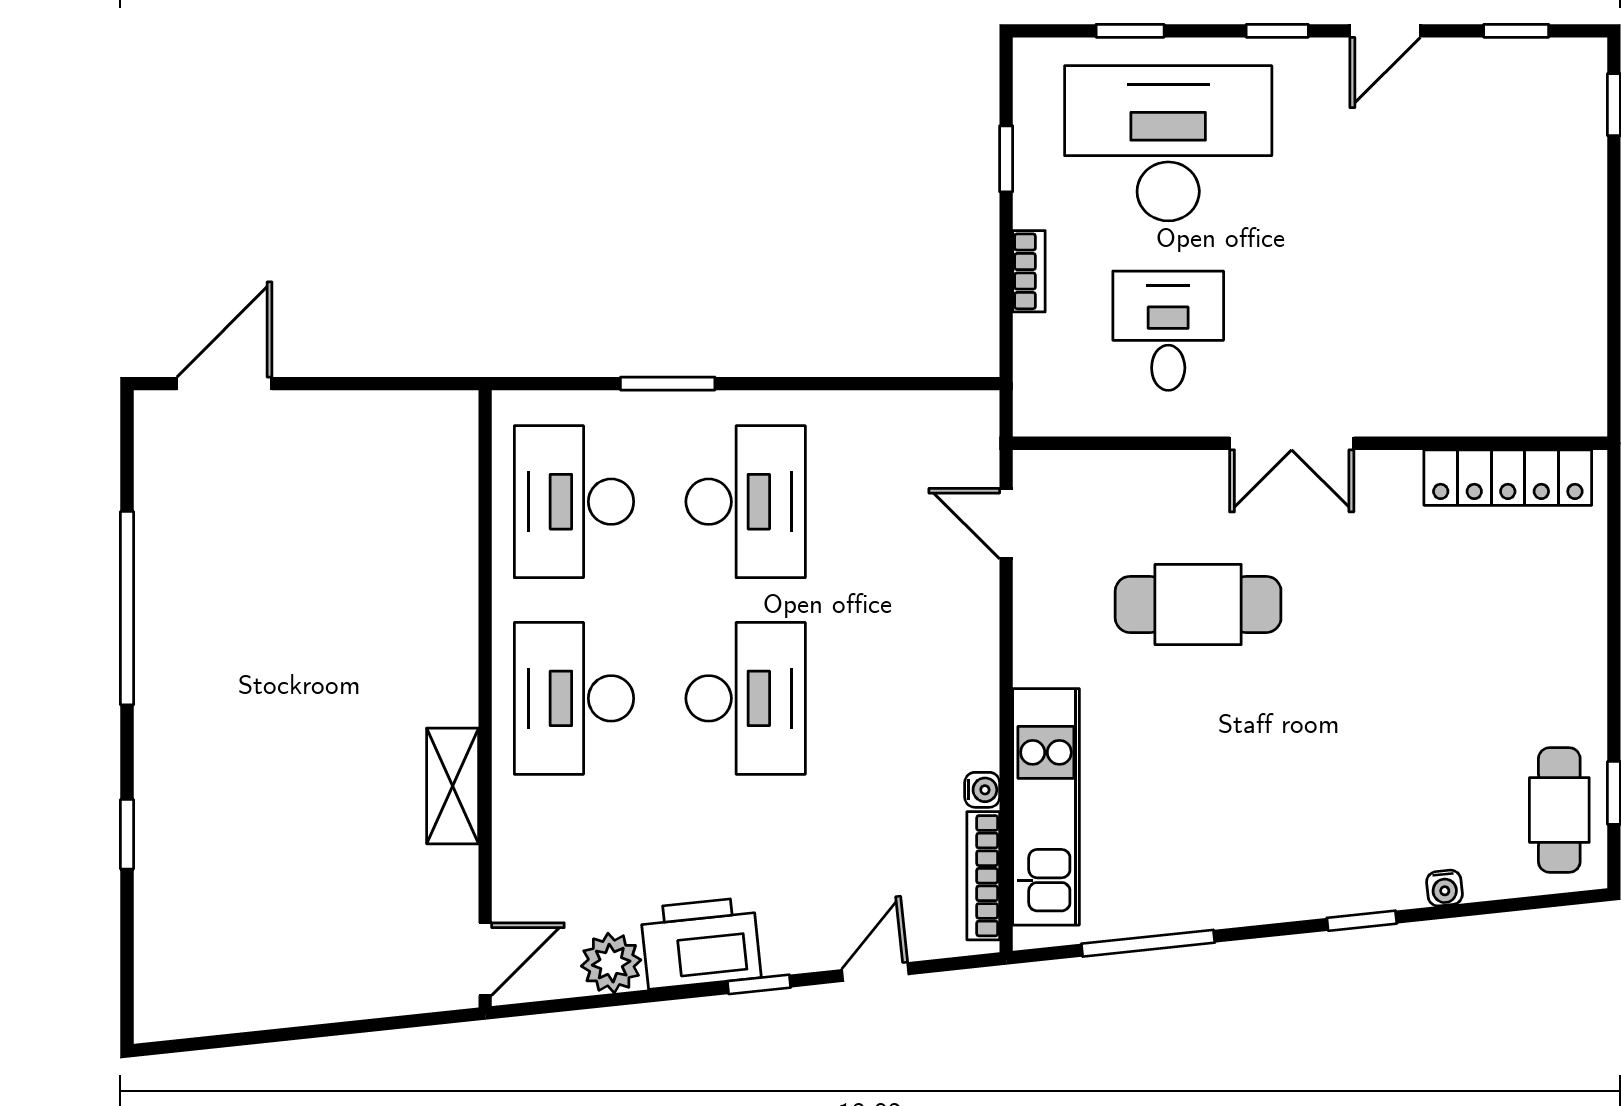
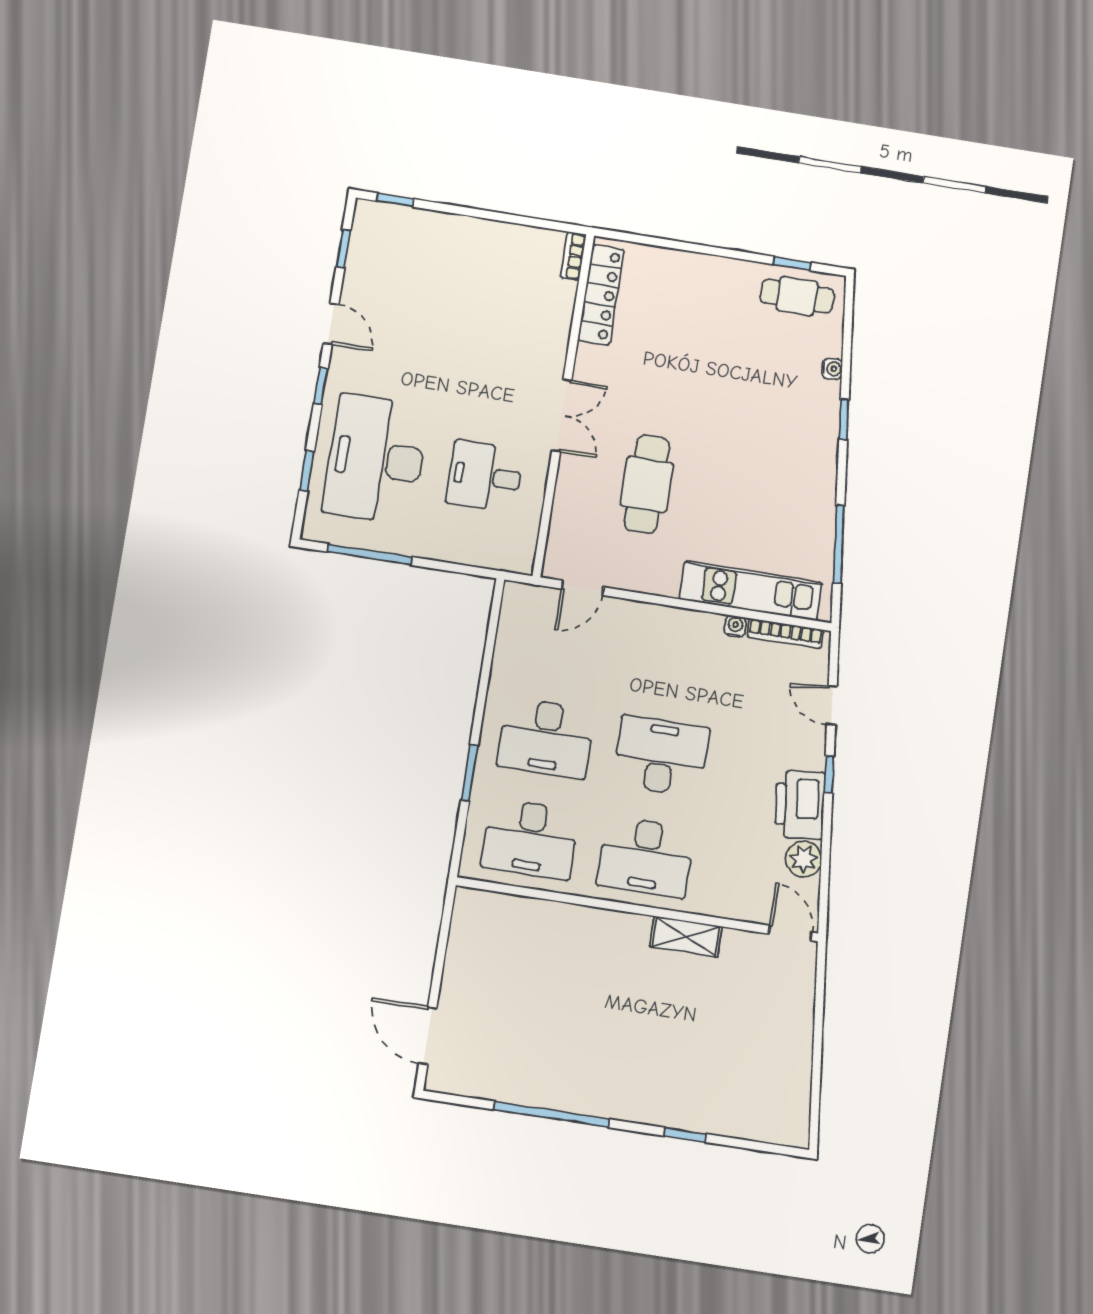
window: (1006, 159) -> (370, 554), width x2.17
bookcase: (1029, 271) -> (573, 256), moved, turned -90
desk: (746, 502) -> (546, 738), turned 180

